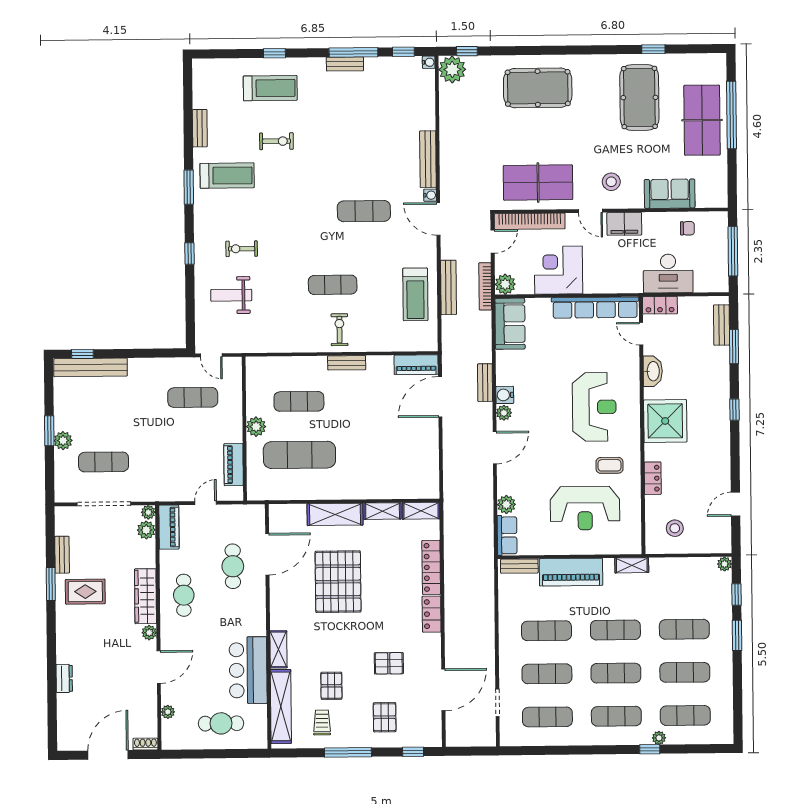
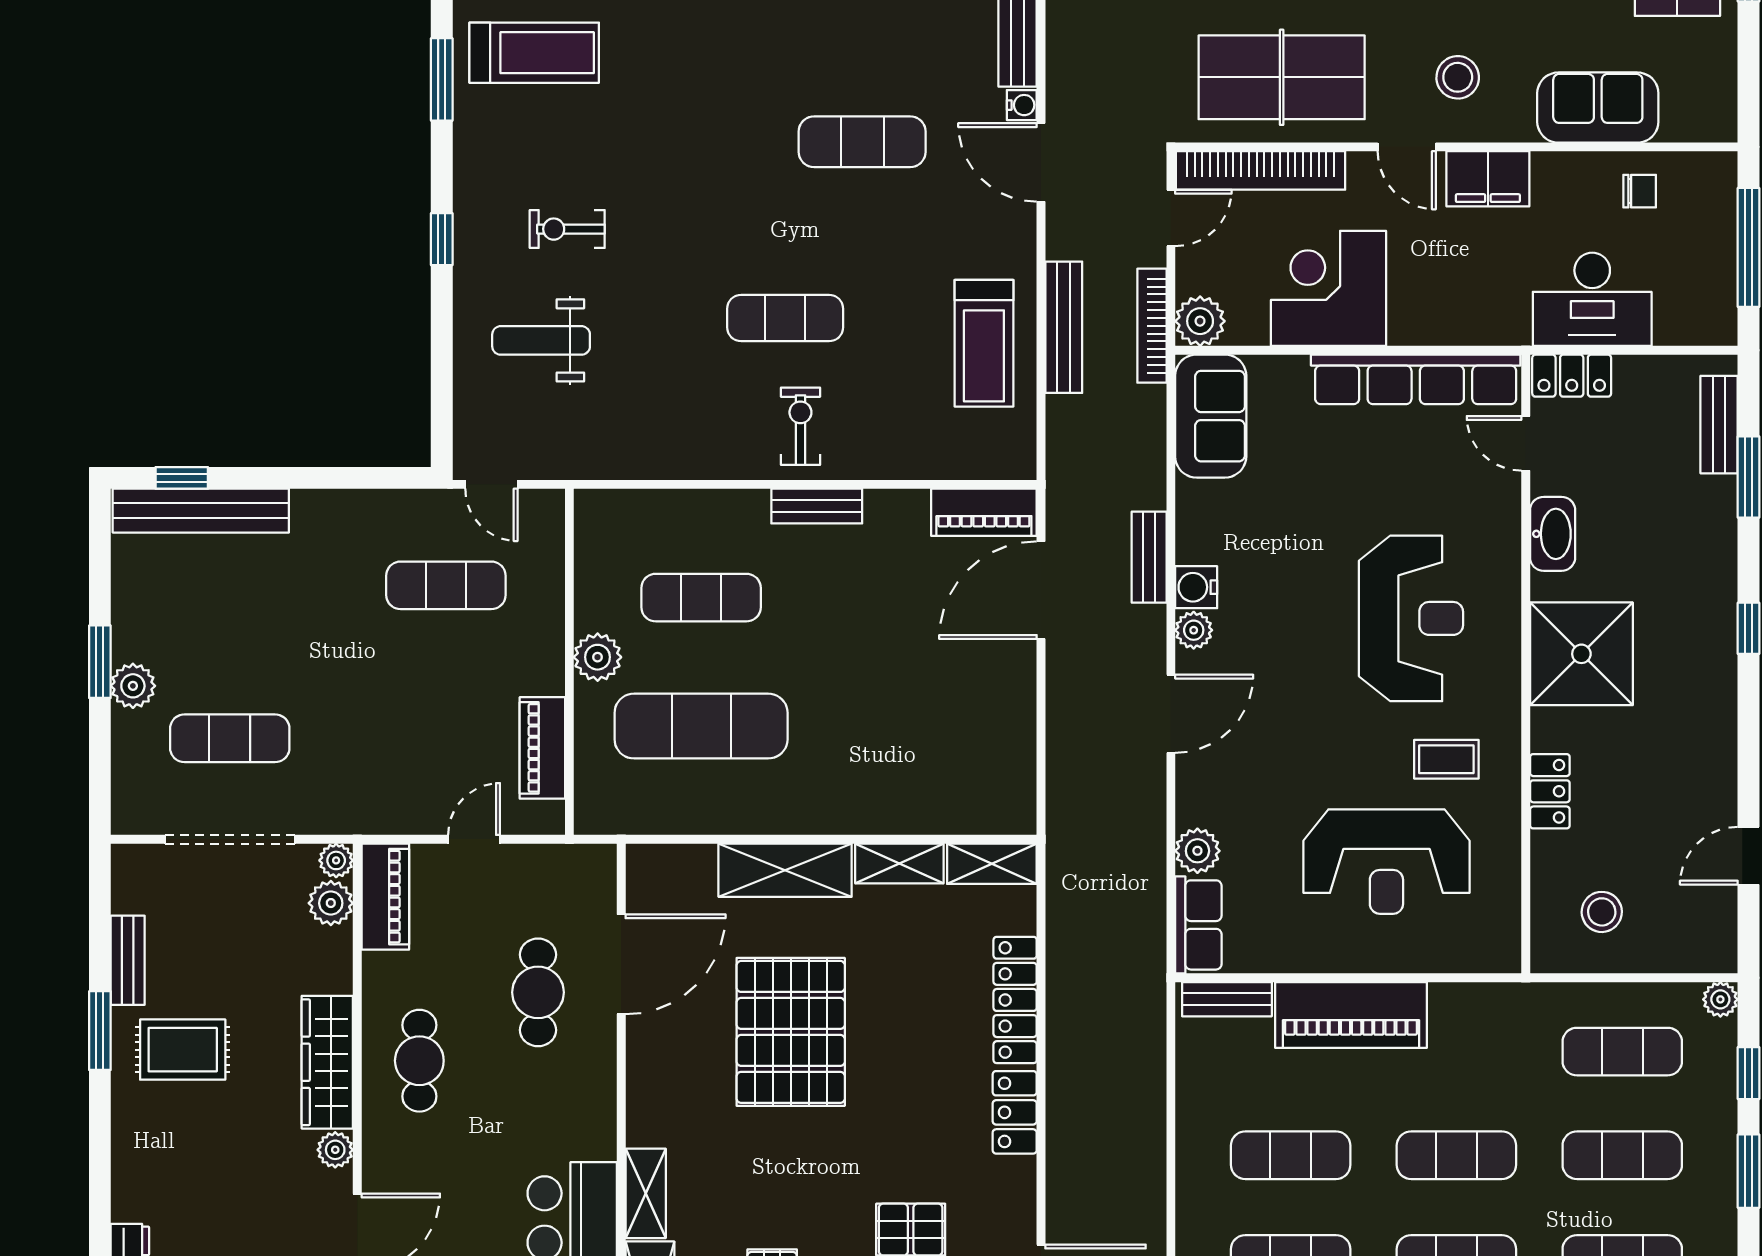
shelving: (632, 565) -> (1497, 1000), removed
exercise mat: (684, 586) -> (1622, 1052), added

